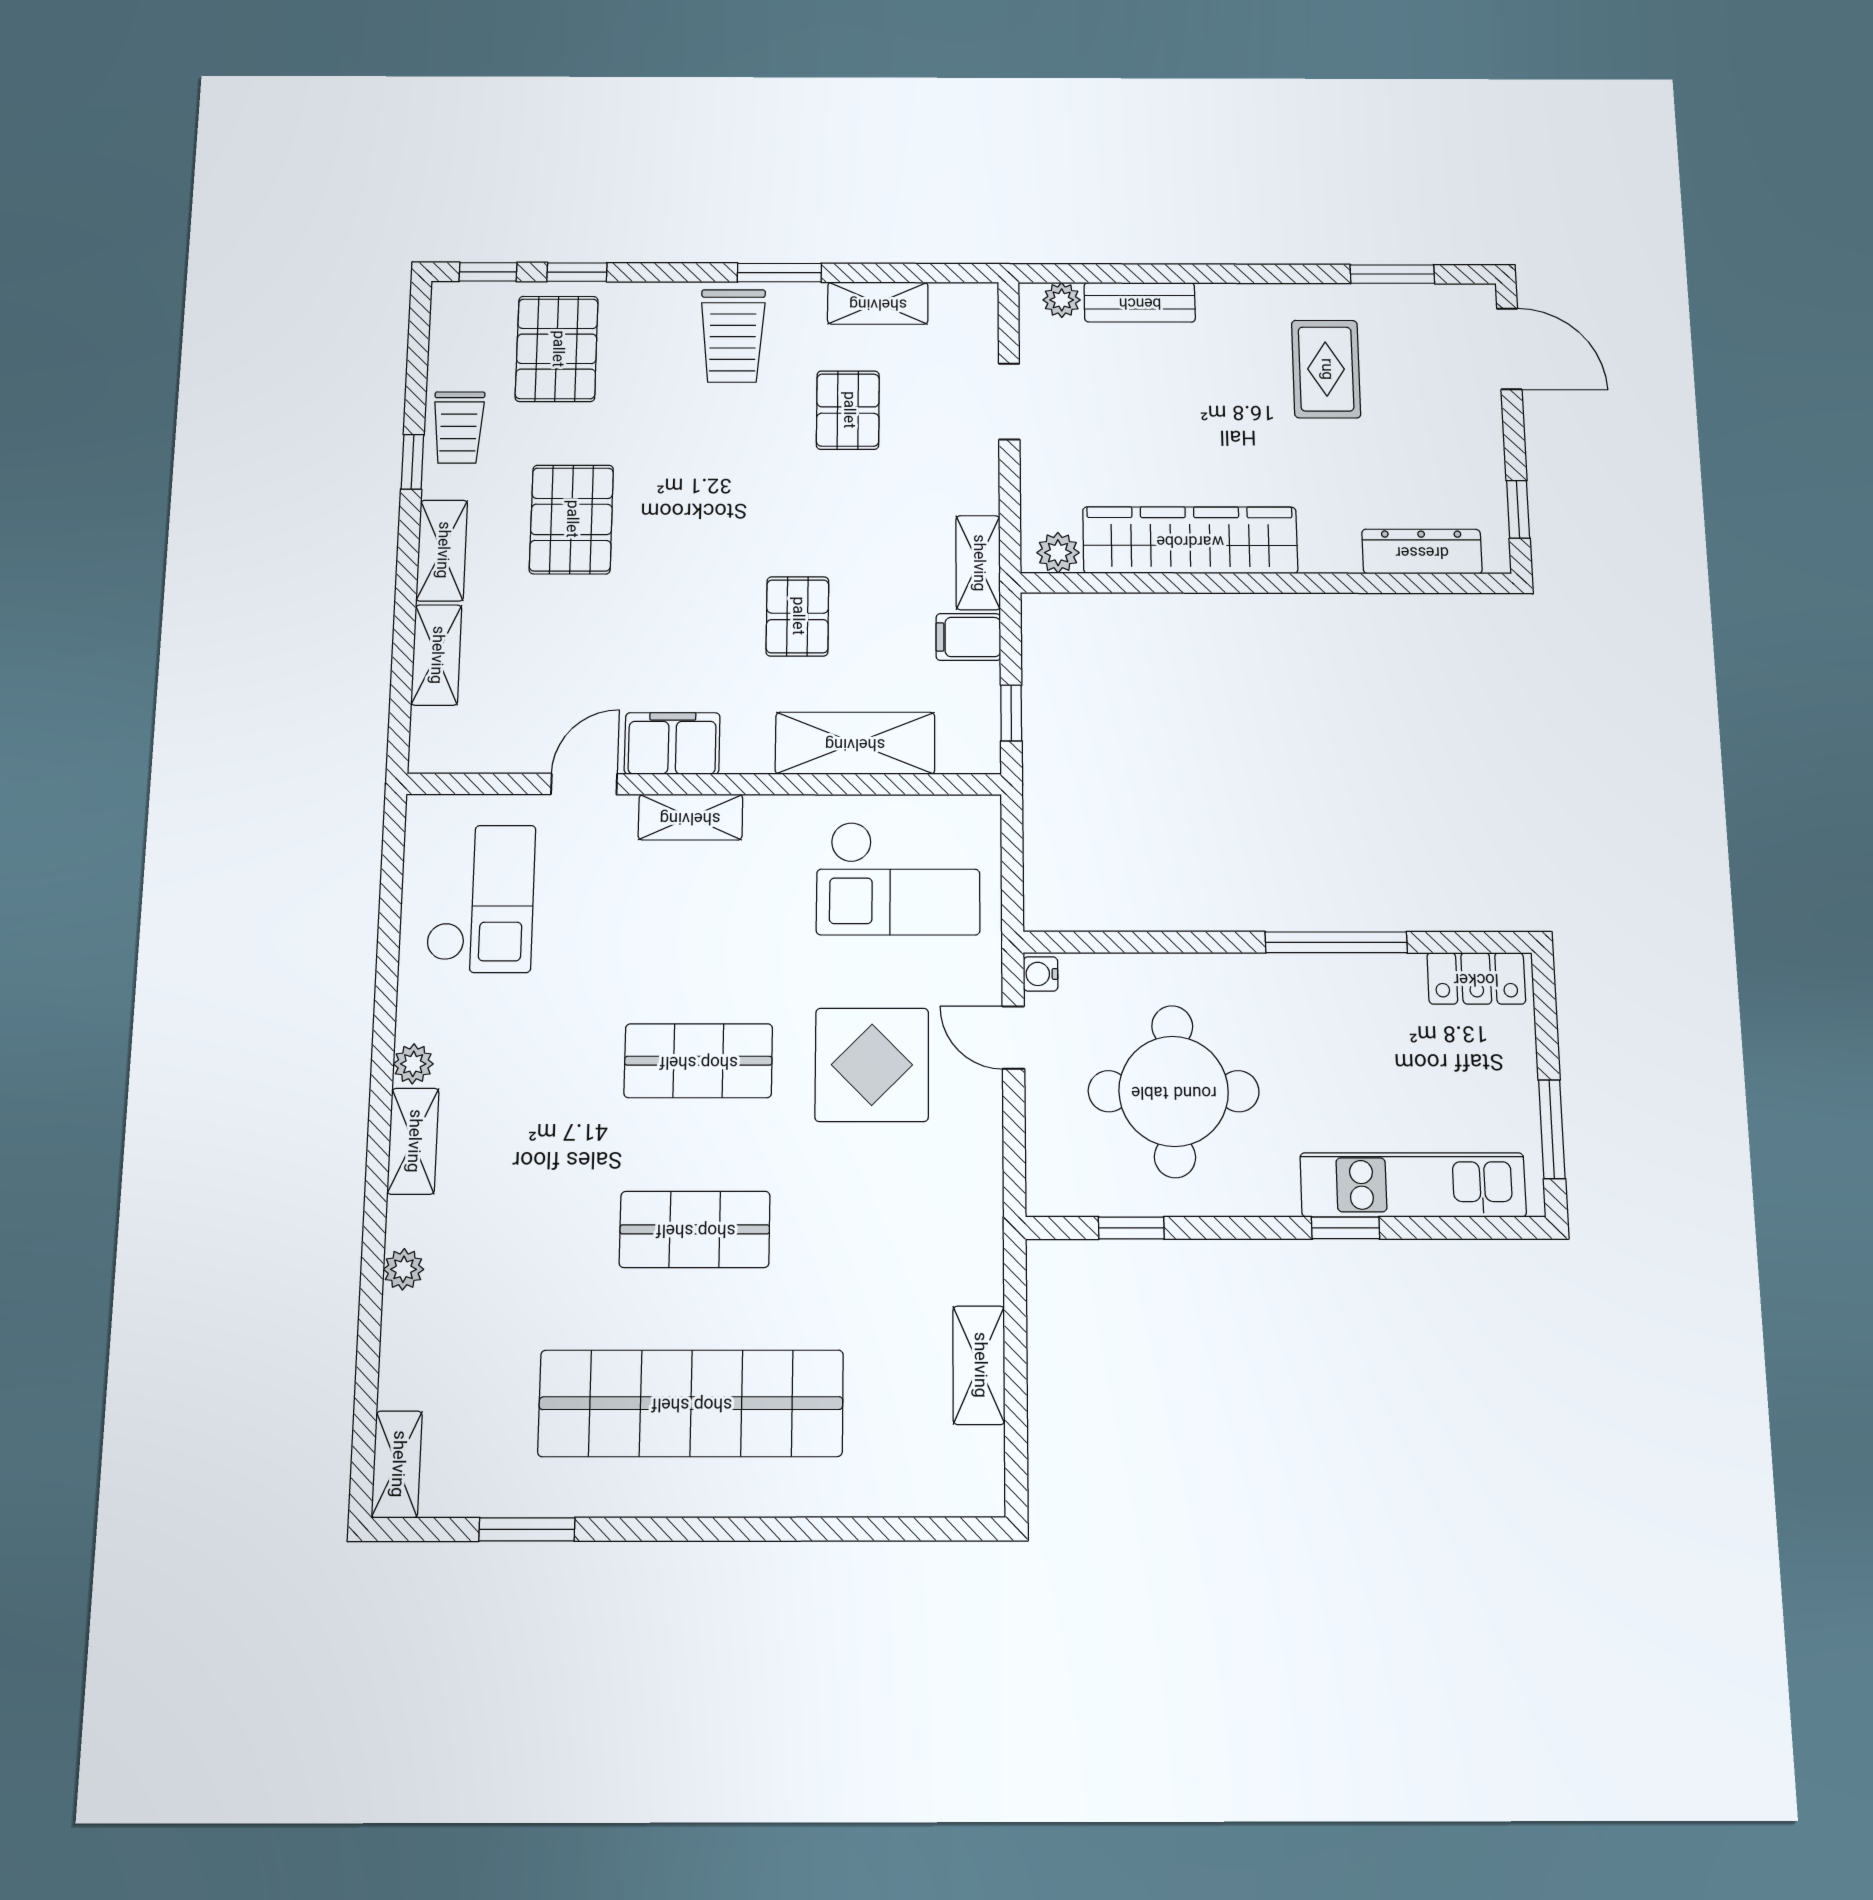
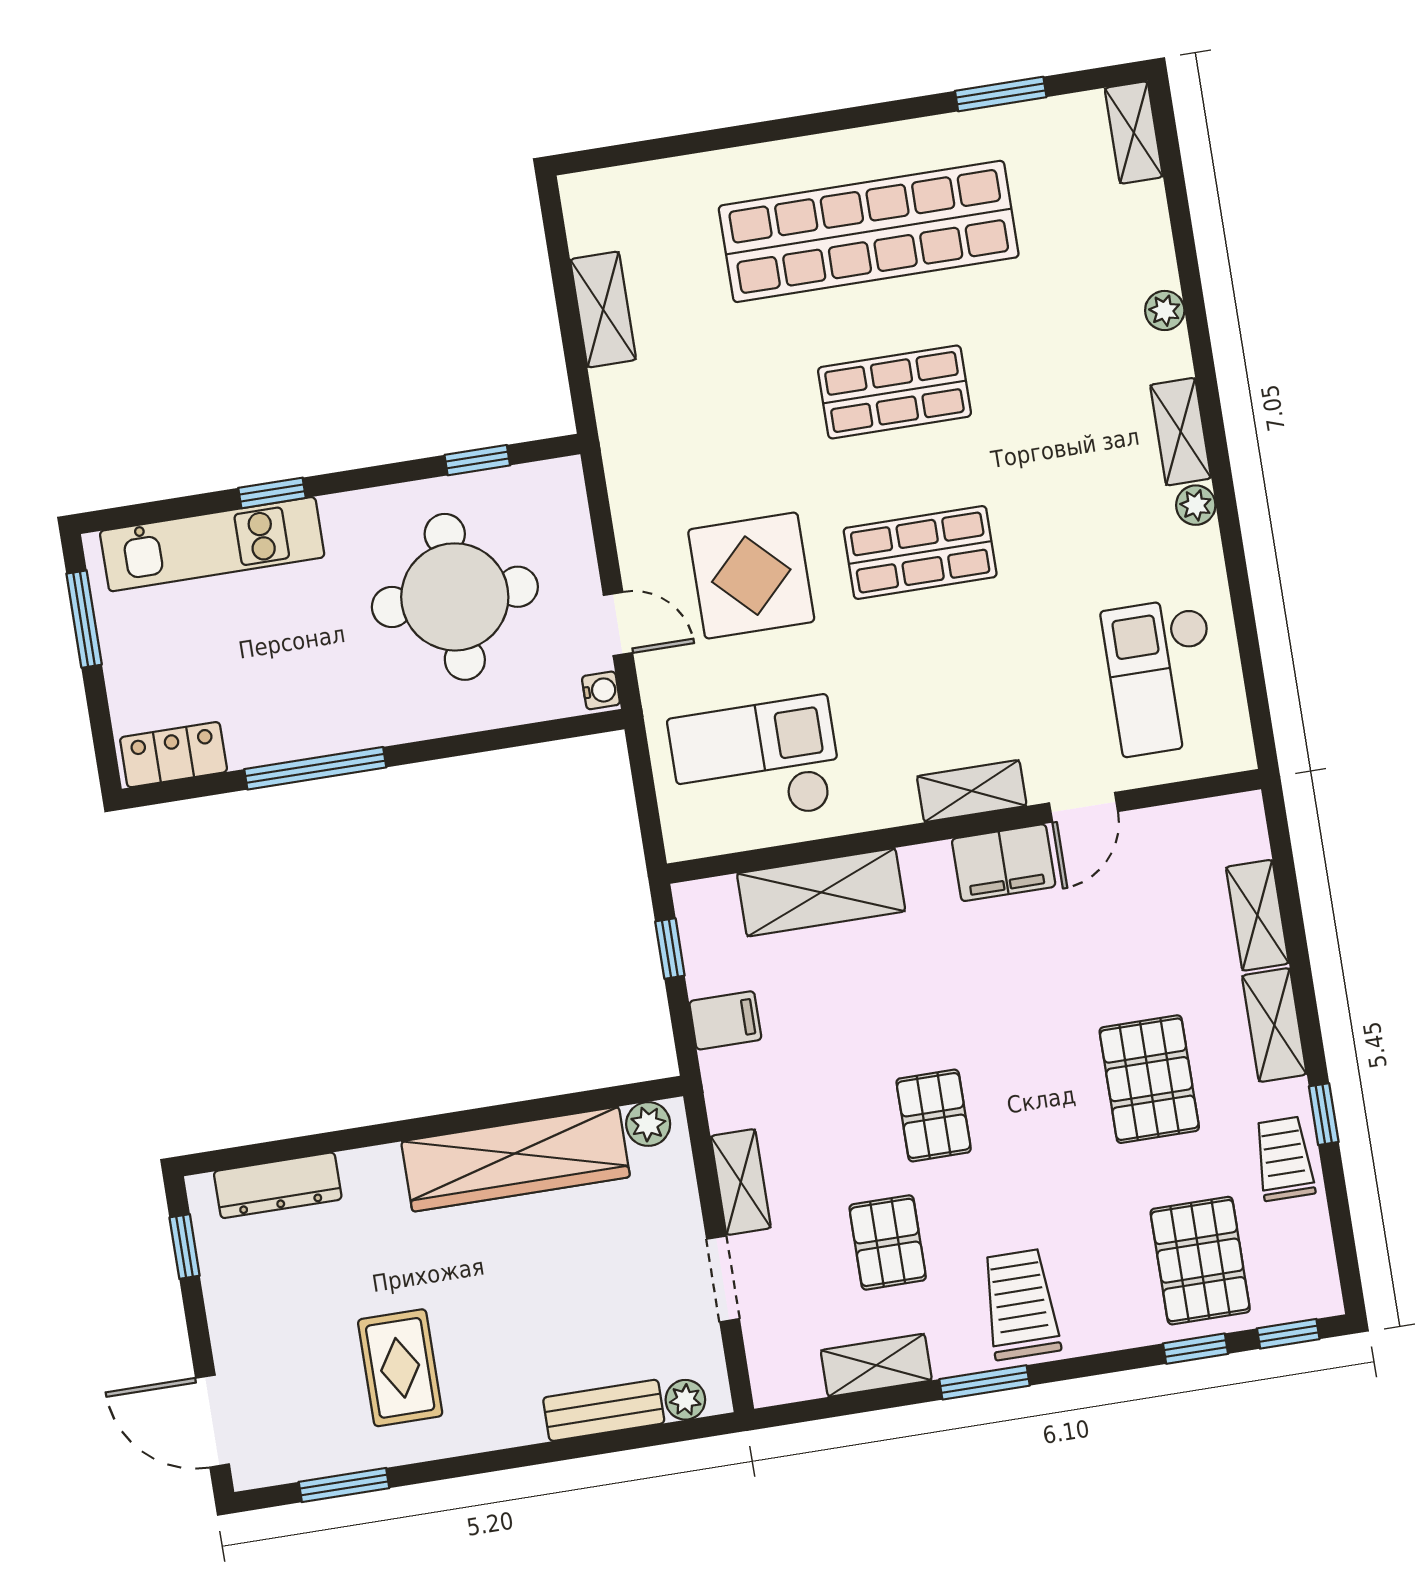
shelving: (978, 563) -> (741, 1182), moved
pallet: (797, 616) -> (934, 1116), moved

